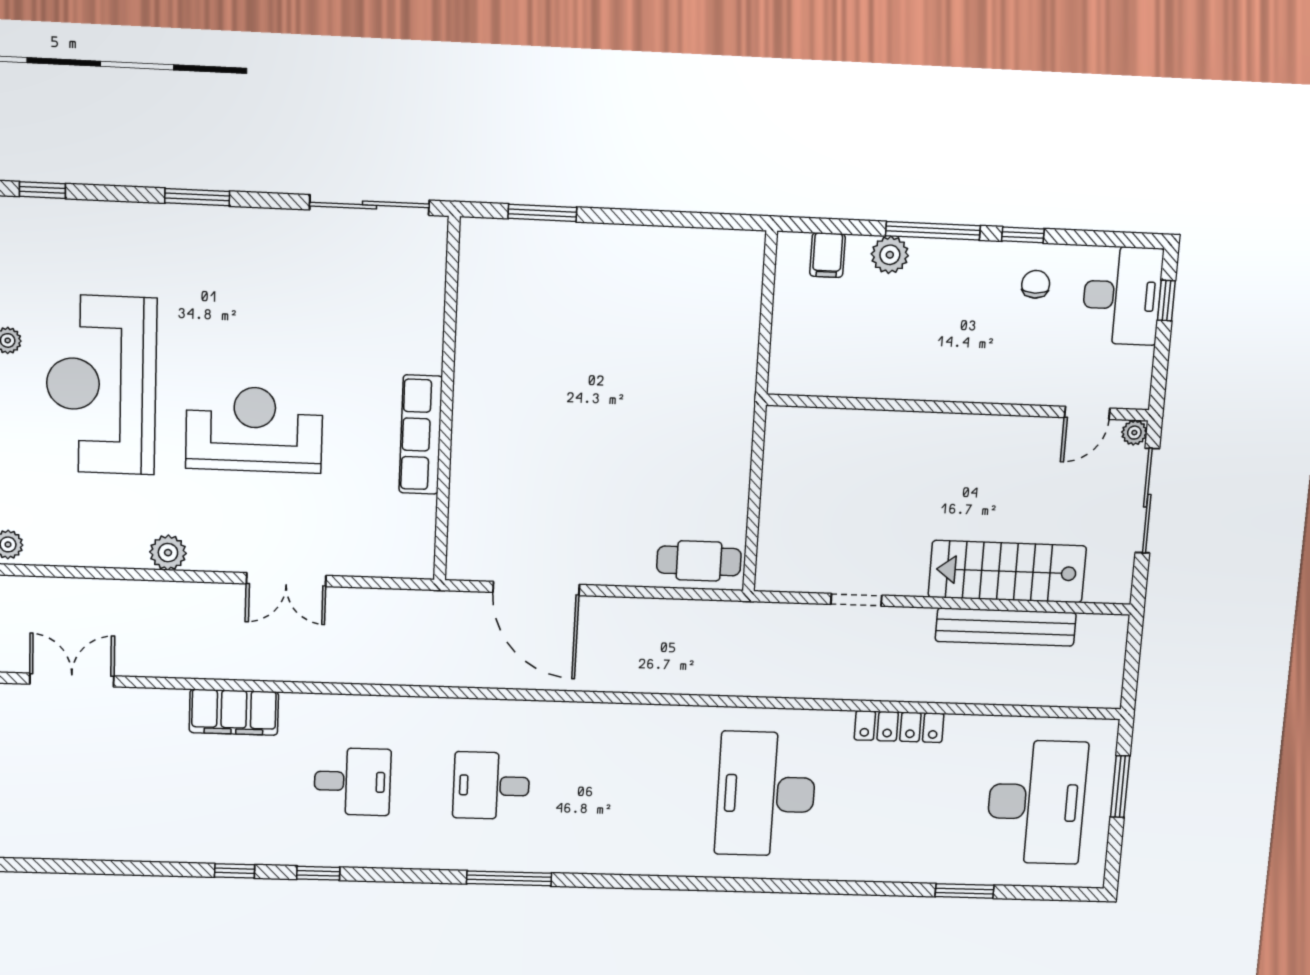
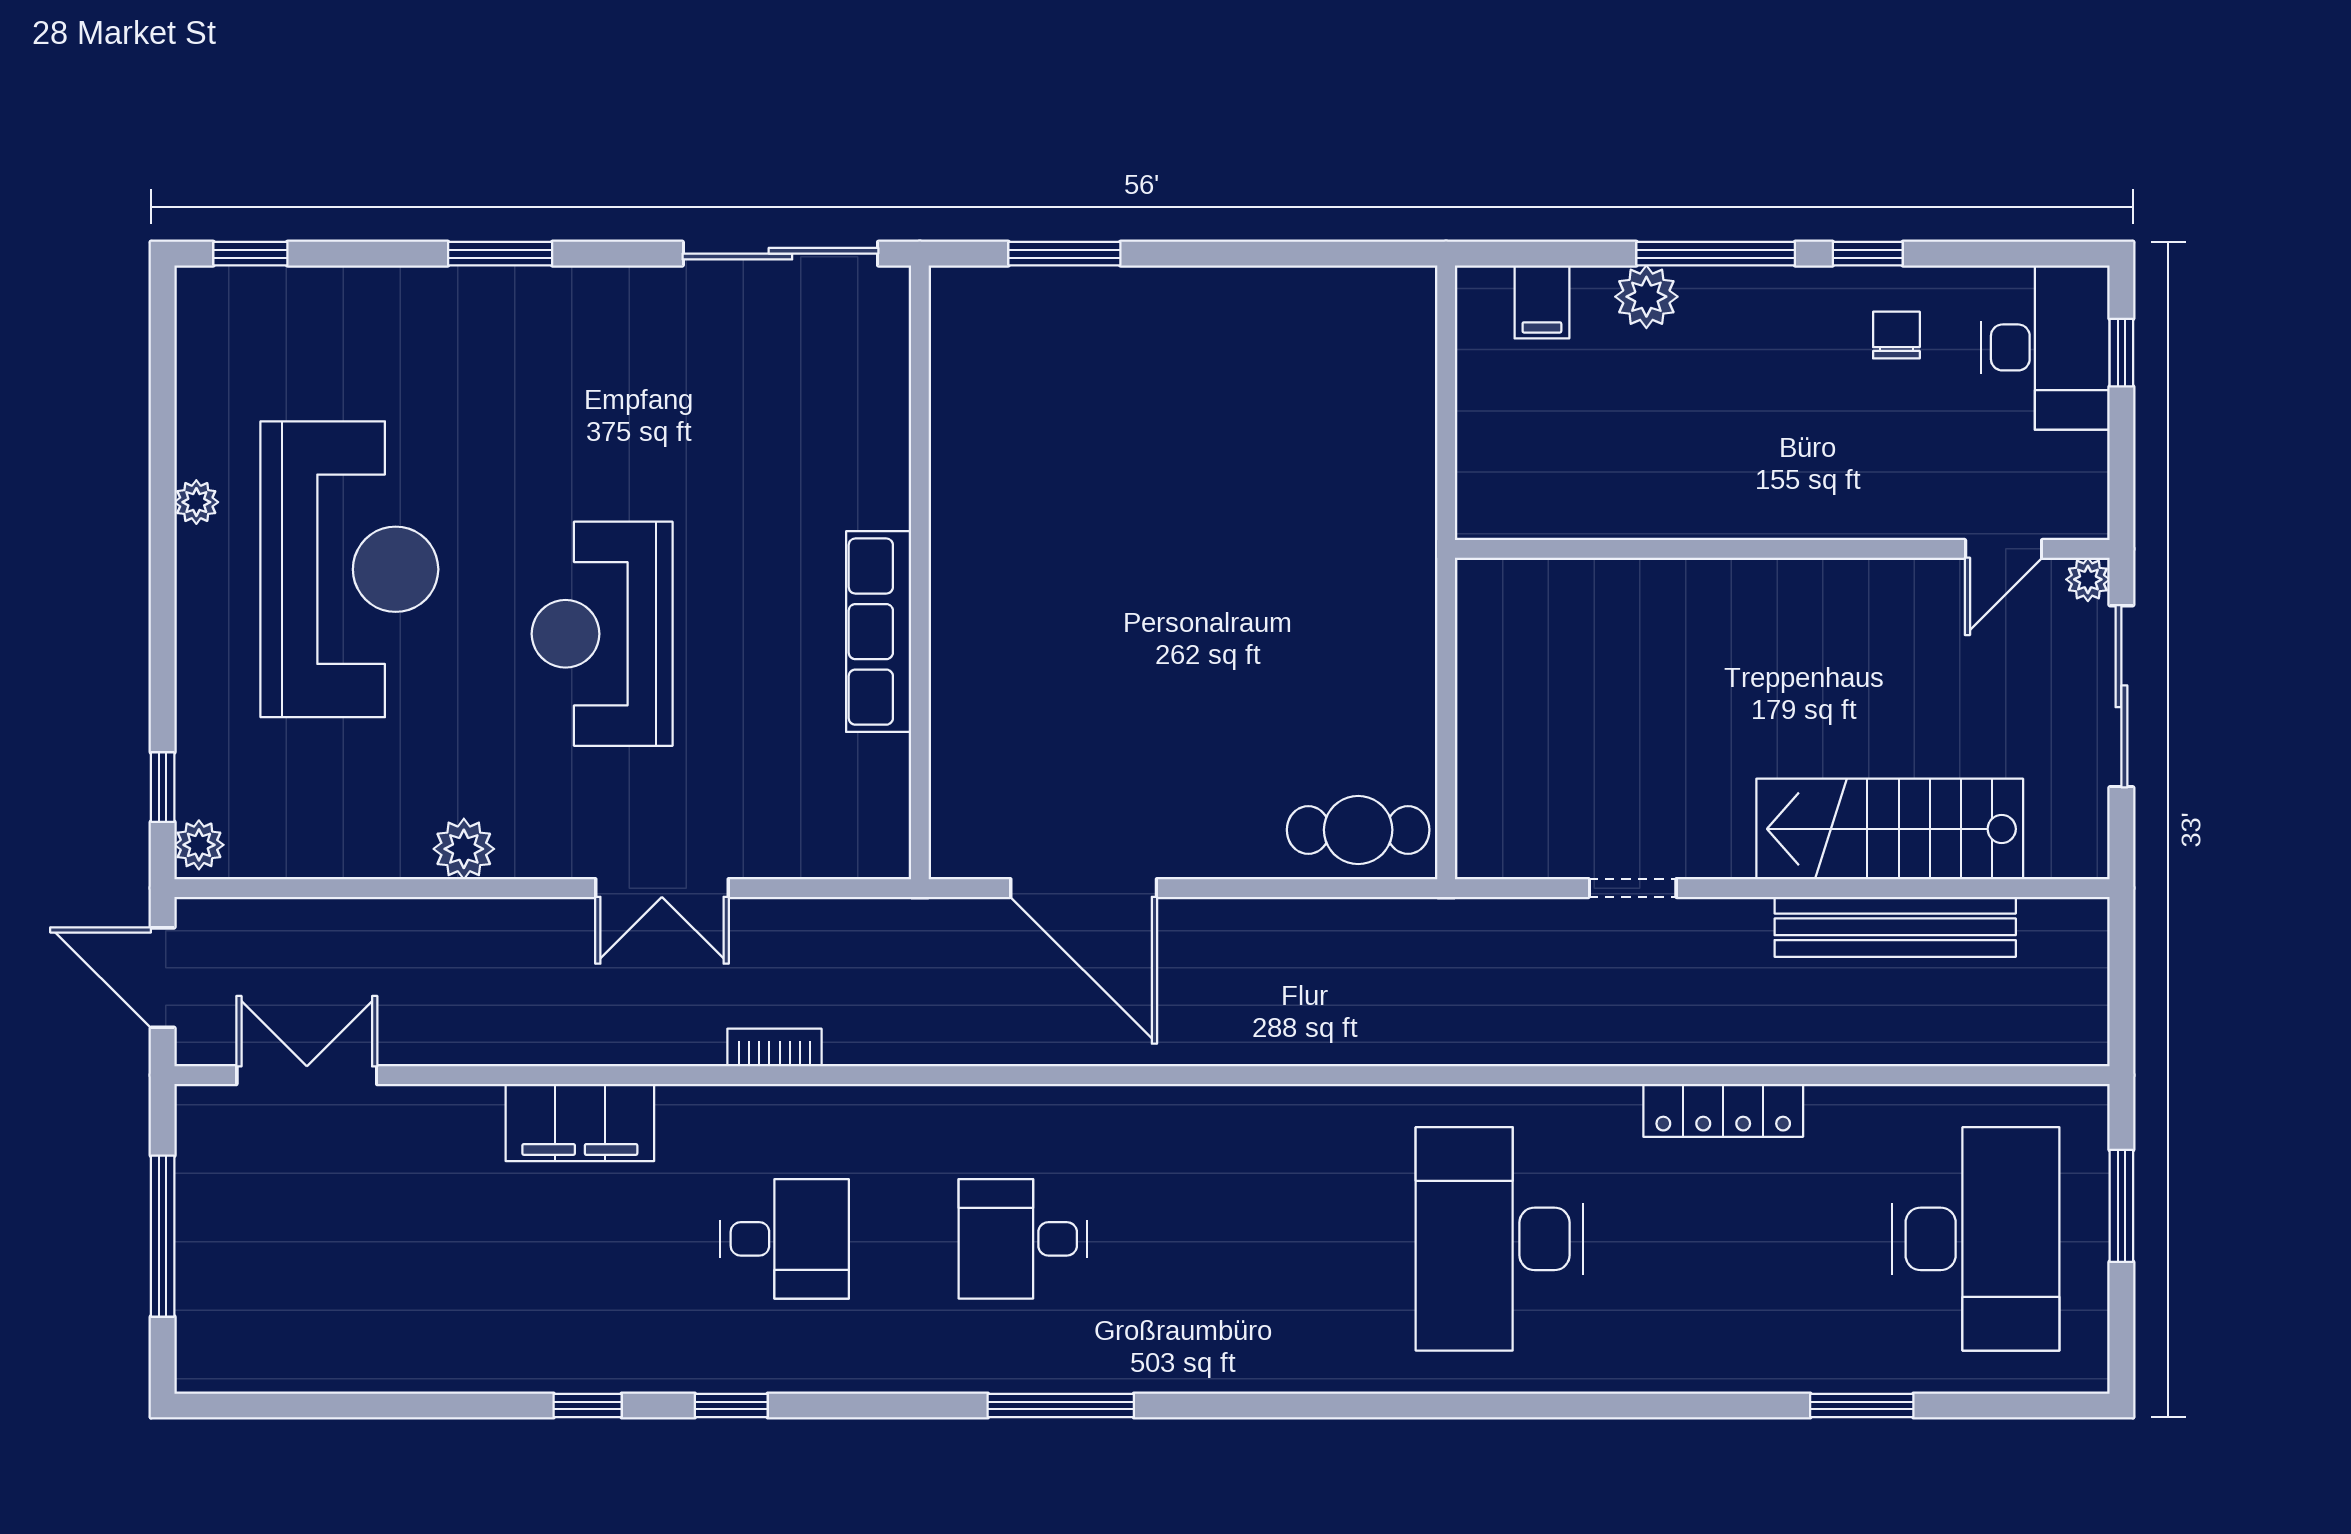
reception desk: (101, 385) -> (349, 569), turned 180
reception desk: (254, 429) -> (602, 634), turned -90
bookcase: (350, 673) -> (774, 1048), added

